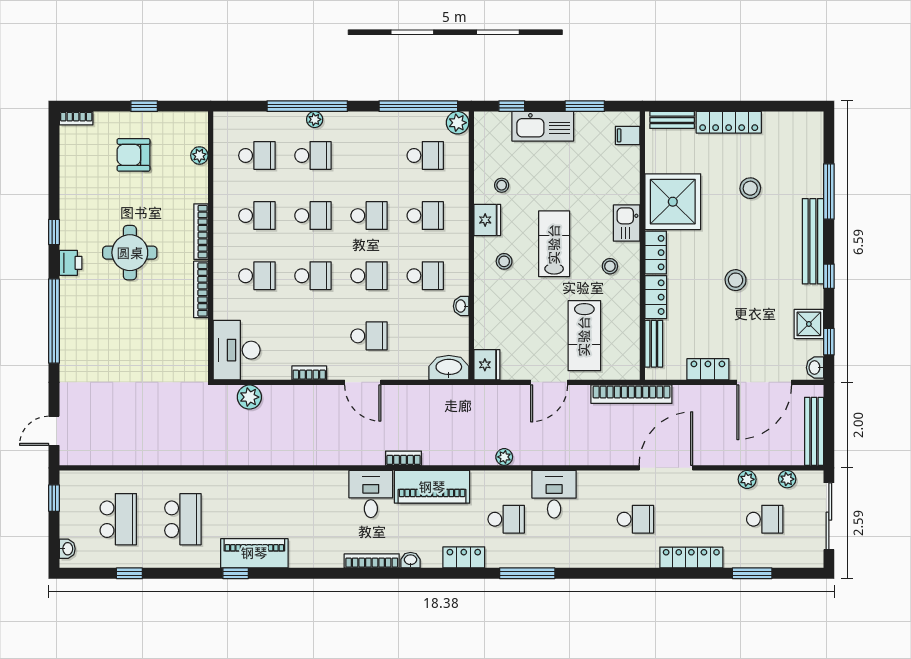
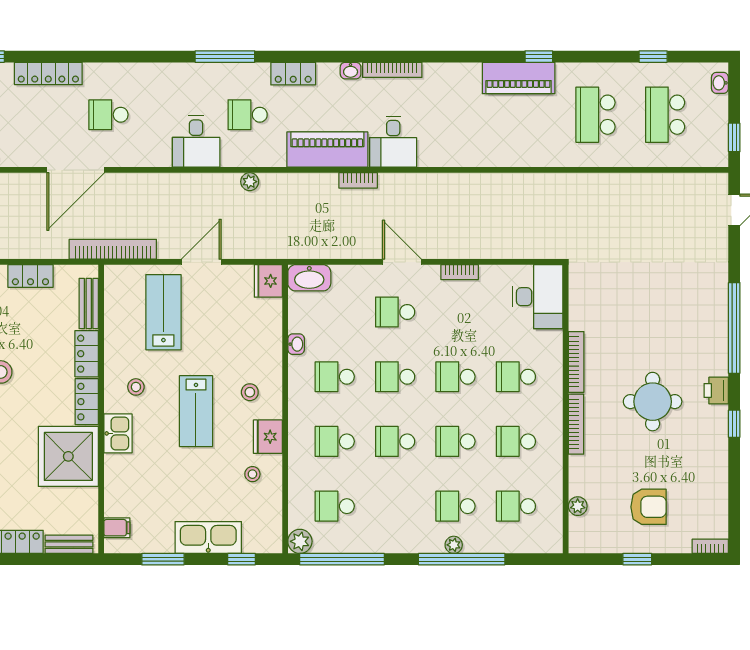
plant: (249, 397) -> (524, 246), removed

